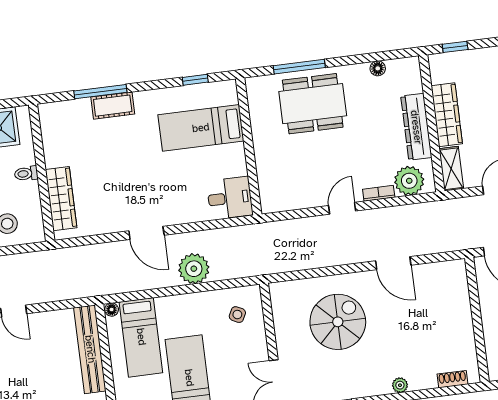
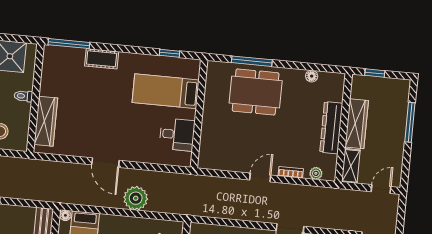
window: (100, 92) -> (69, 44), moved
plant: (409, 181) -> (316, 173), width x0.53, depth x0.53
desk: (230, 198) -> (177, 135), moved

